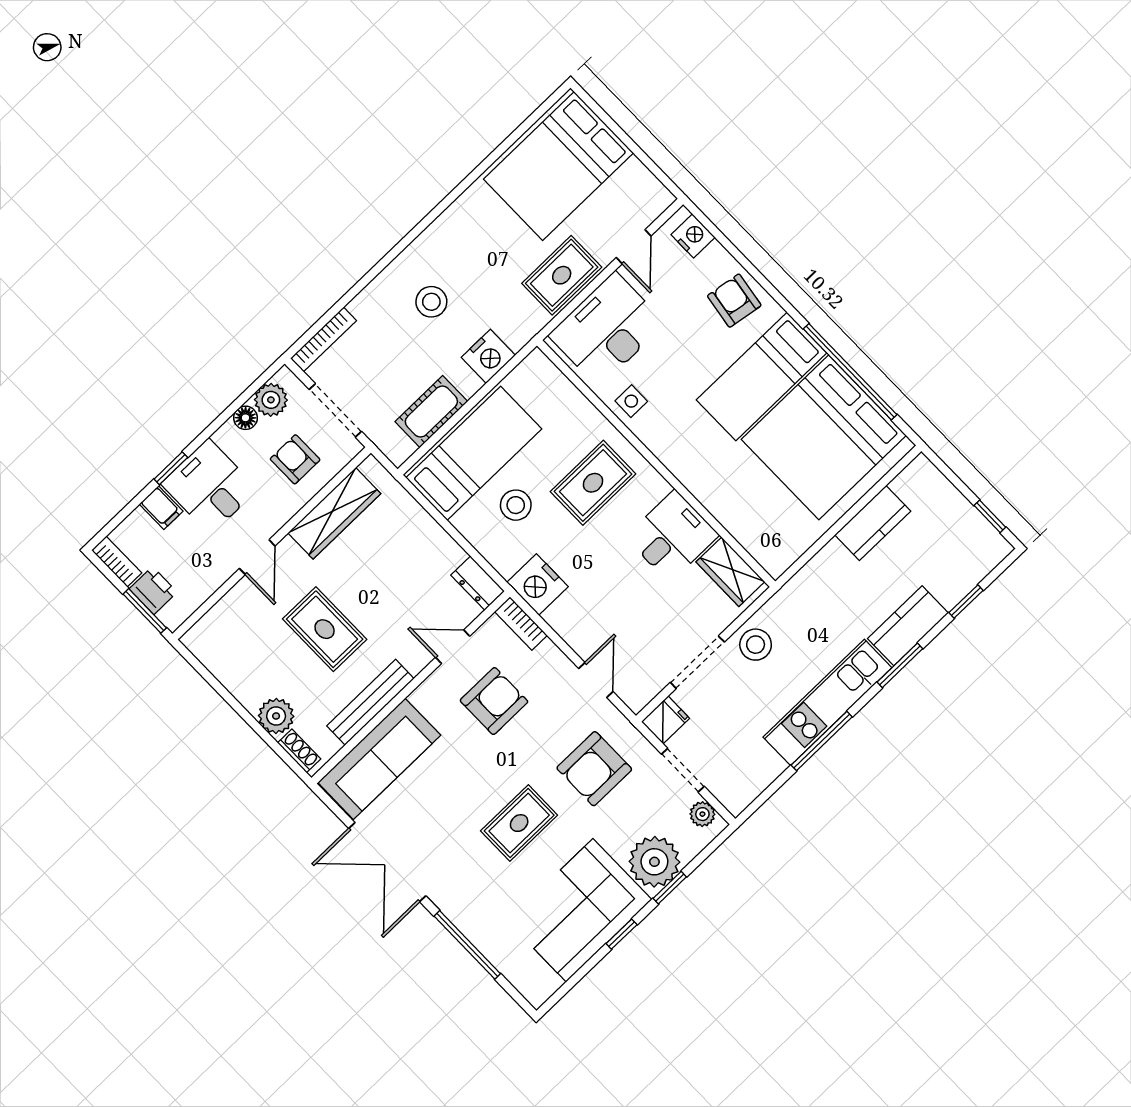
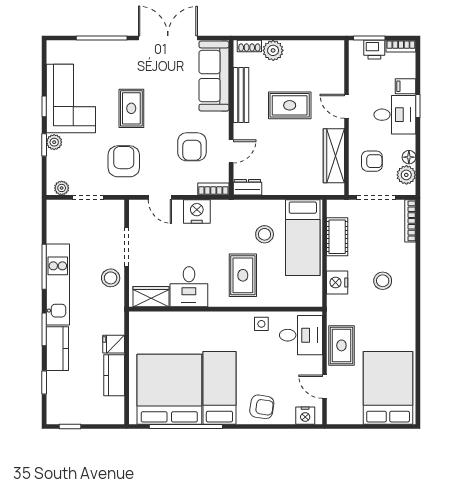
desk: (607, 329) -> (301, 335), width x0.73
nightstand: (538, 585) -> (197, 212), moved
fridge: (665, 720) -> (114, 344), moved, turned 90
plant: (654, 862) -> (54, 142), width x0.53, depth x0.53

